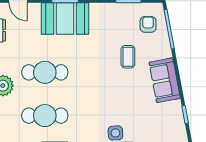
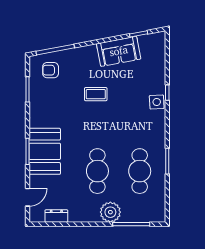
coffee table: (128, 57) -> (96, 94), moved
sofa: (165, 80) -> (119, 51), moved

